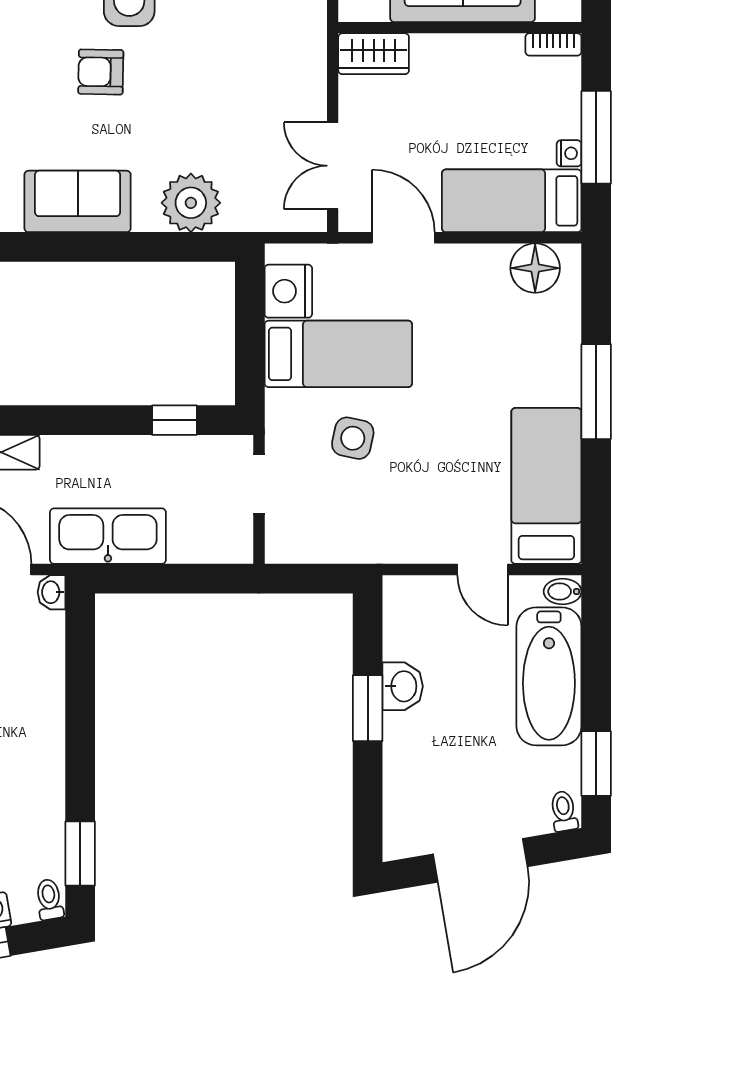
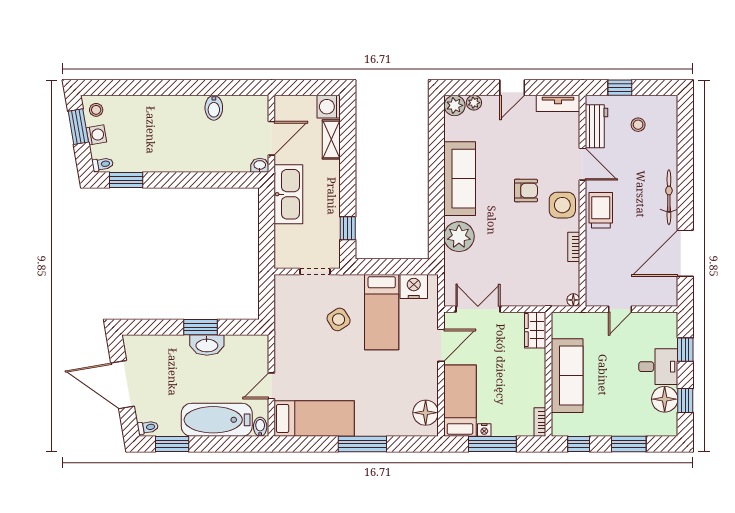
armchair: (101, 72) -> (526, 191), turned 89
sofa: (78, 201) -> (460, 179), width x1.36
side table: (353, 438) -> (339, 319), turned 45
washbasin: (403, 686) -> (207, 345), width x1.38

